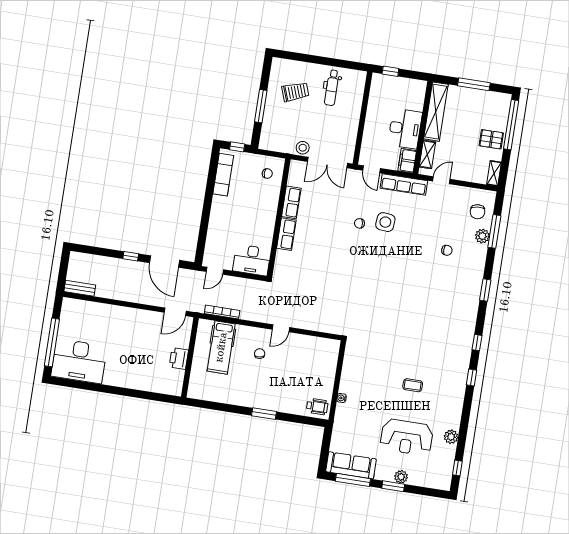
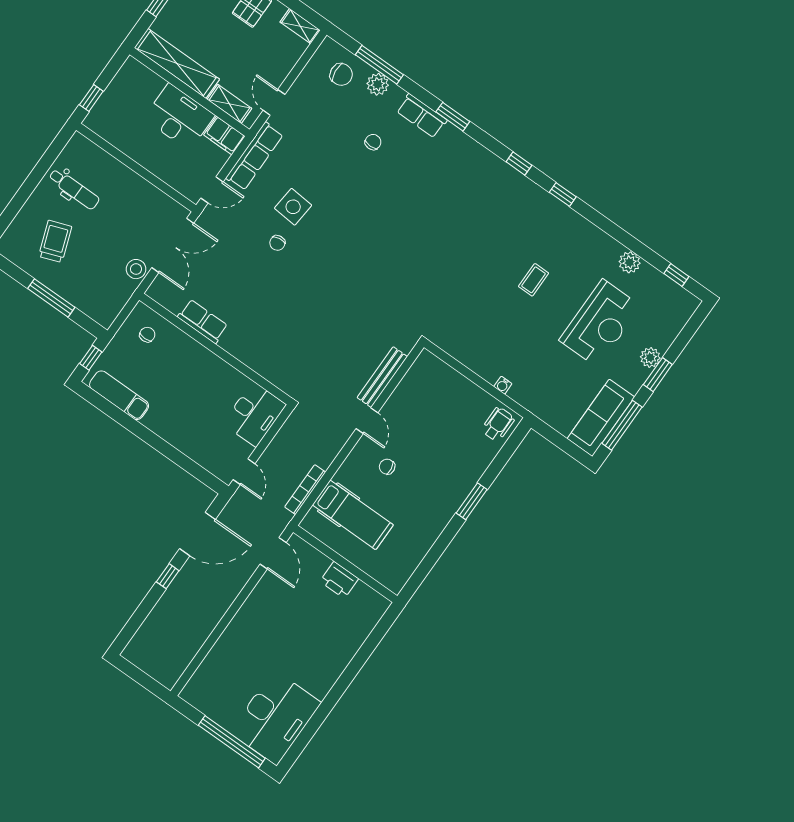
row of seats: (286, 234) -> (422, 116), moved, turned 180
bench: (80, 288) -> (382, 377), moved, width x1.36

